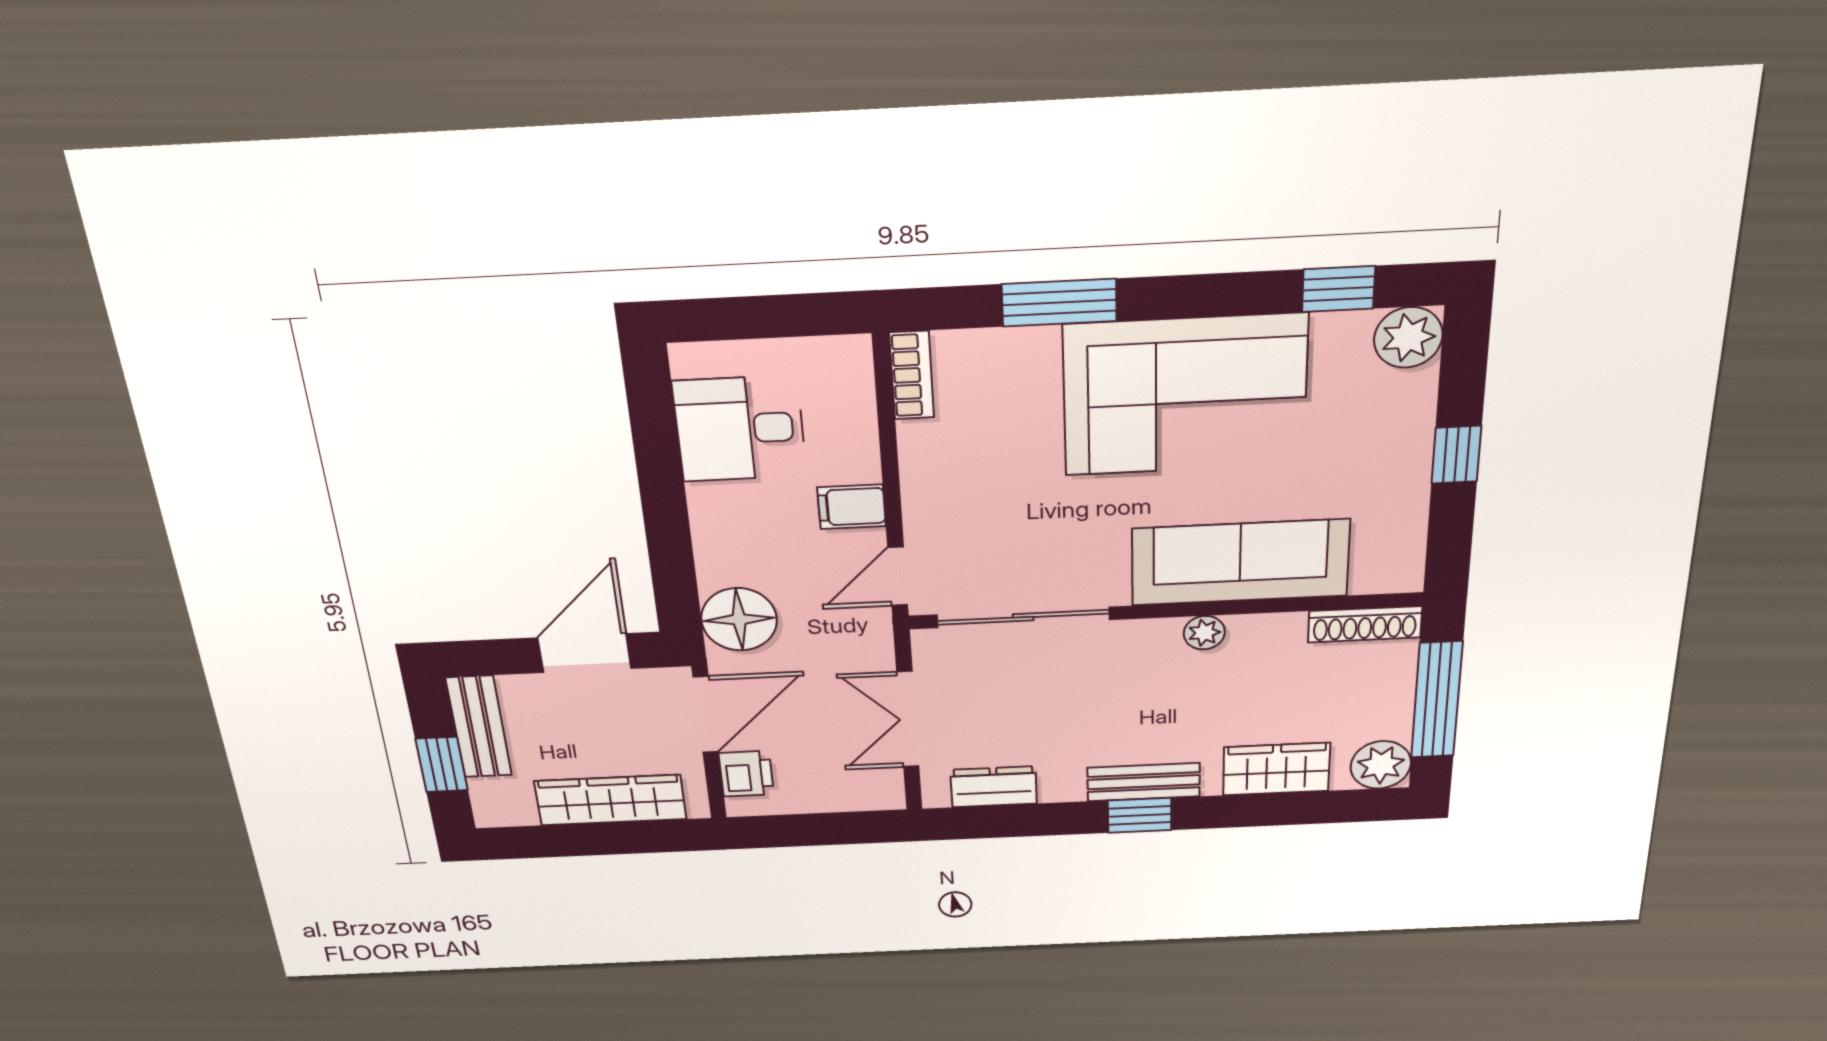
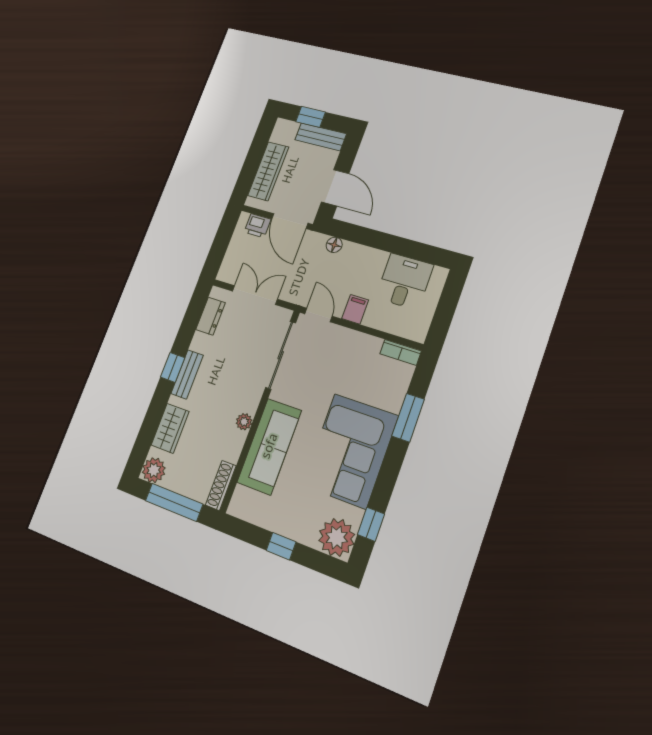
plant: (1408, 337) -> (337, 537), width x1.36, depth x1.36
floor lamp: (739, 619) -> (334, 245), width x0.53, depth x0.53

